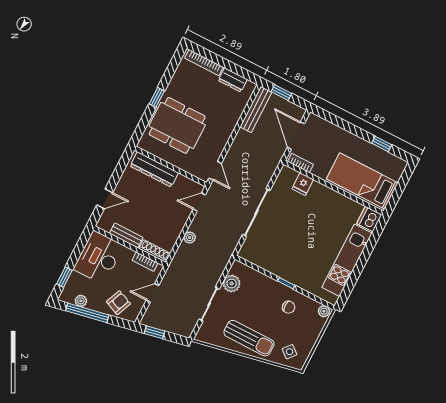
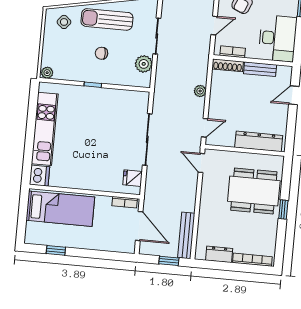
fridge: (303, 184) -> (133, 178), moved, turned -90
chair: (289, 307) -> (101, 53), moved

